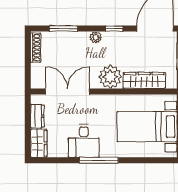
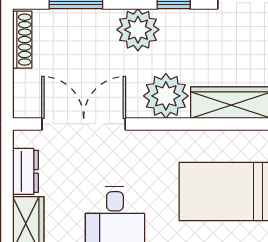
plant: (96, 37) -> (138, 30), width x1.88, depth x1.88

